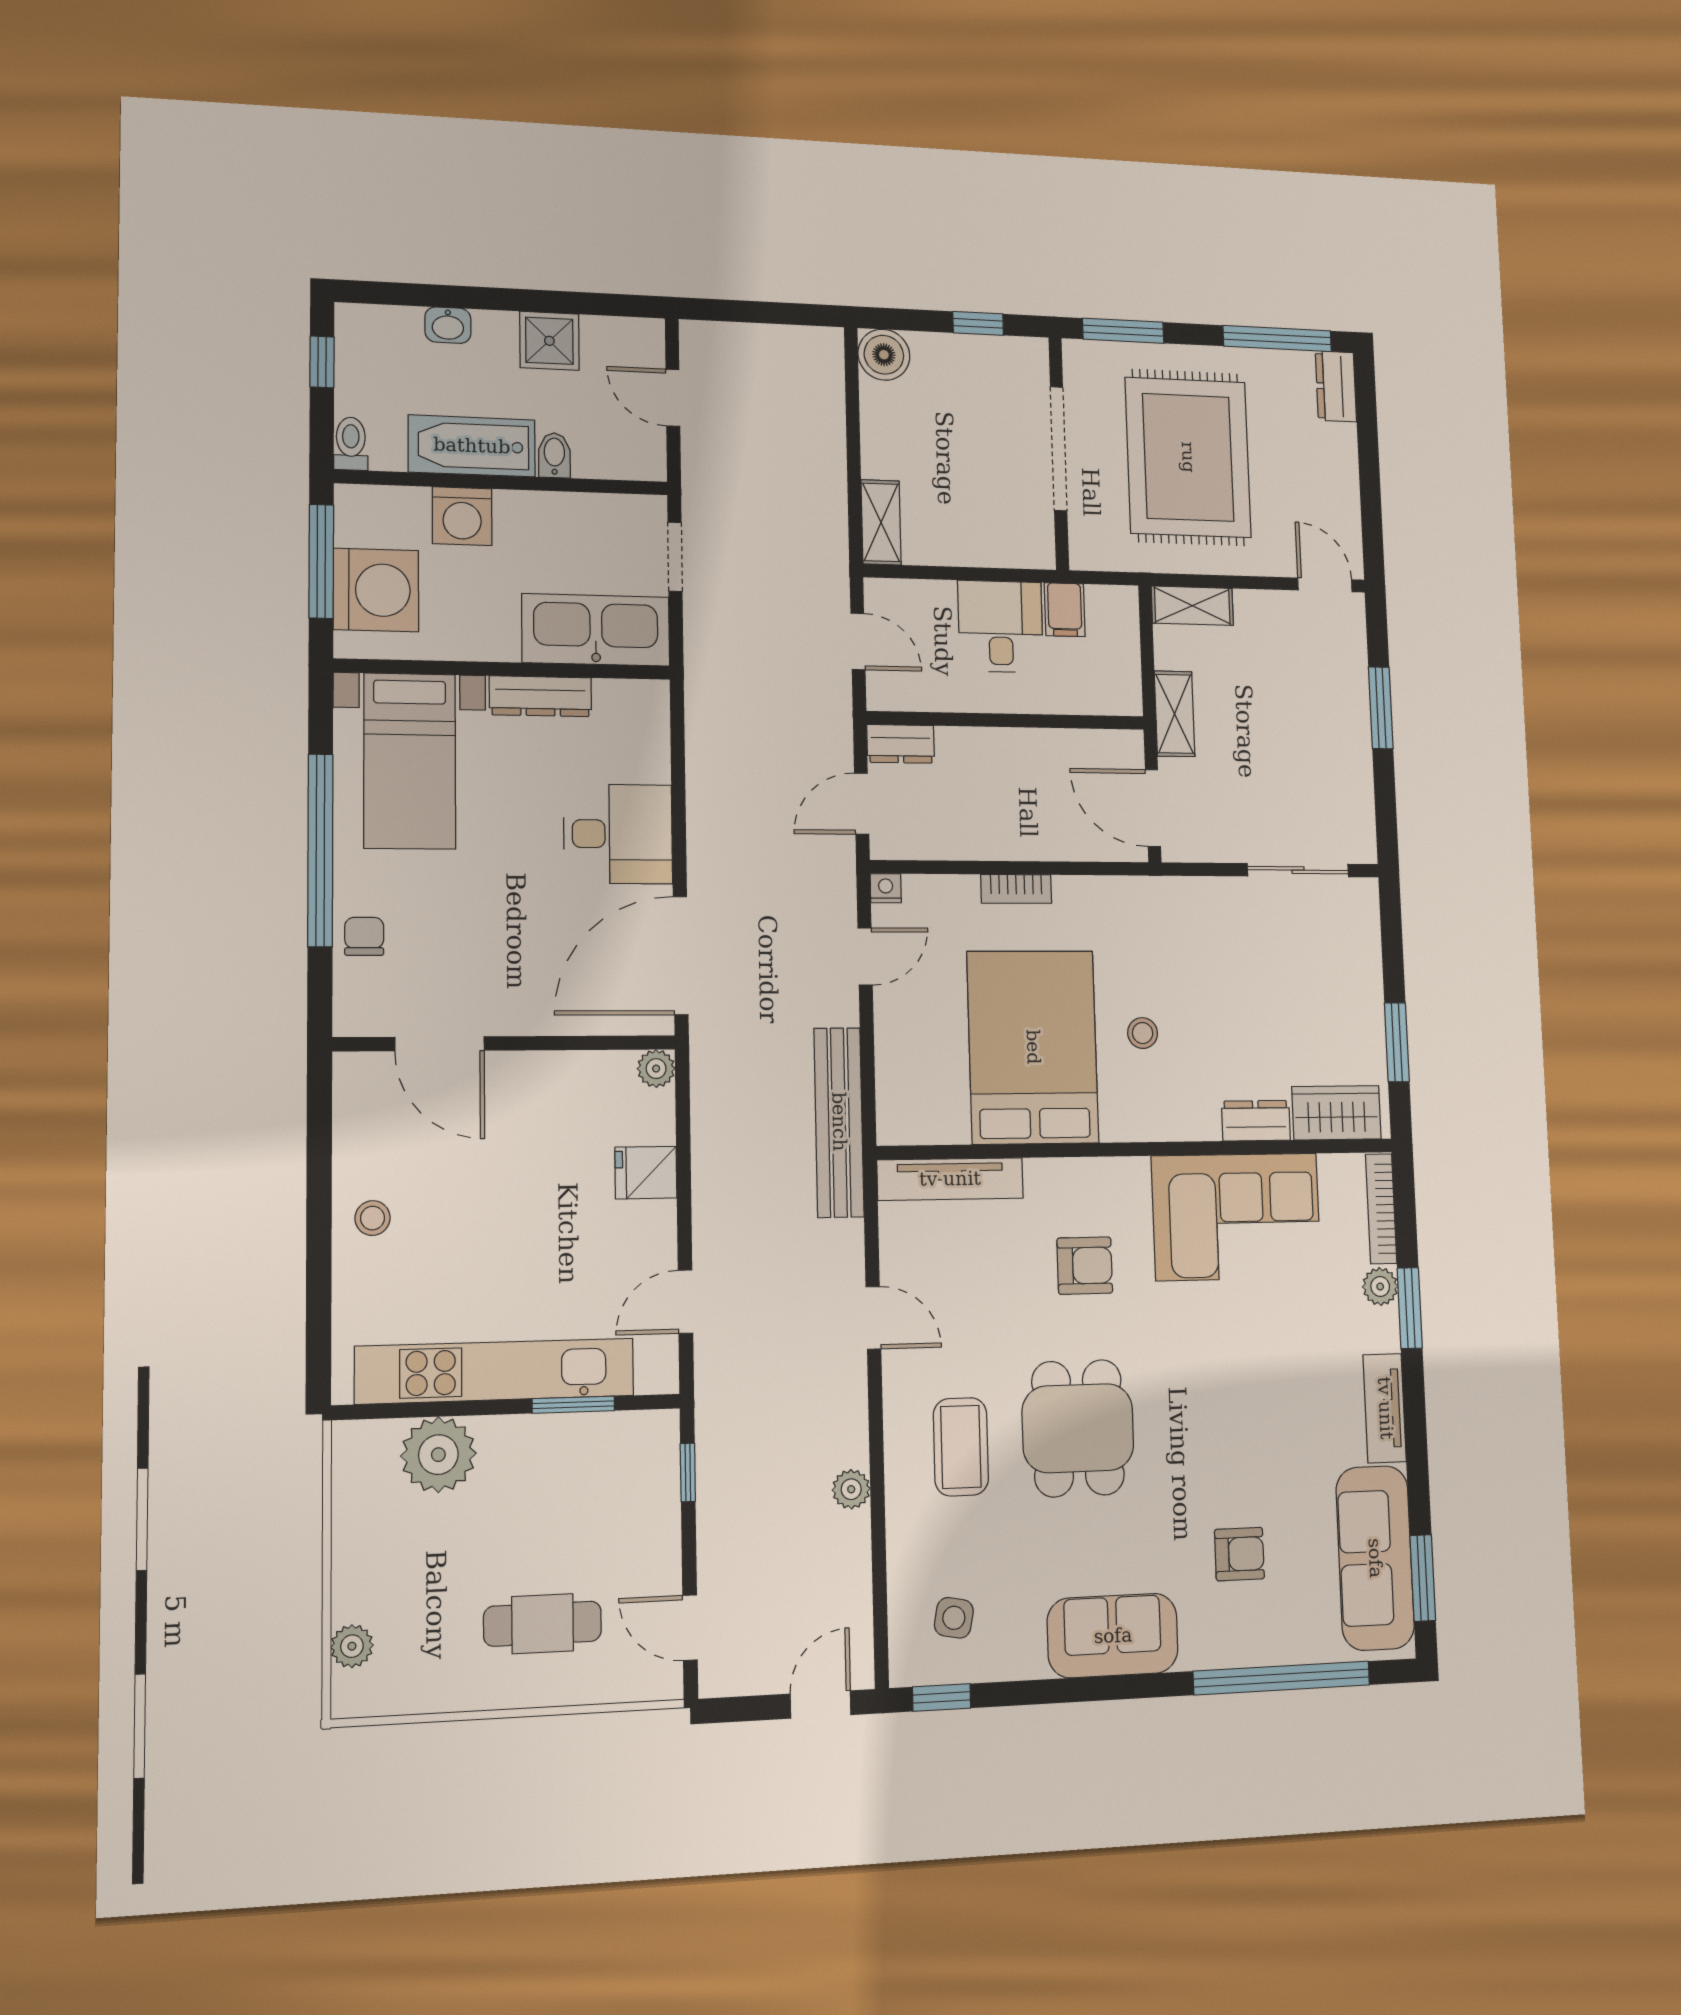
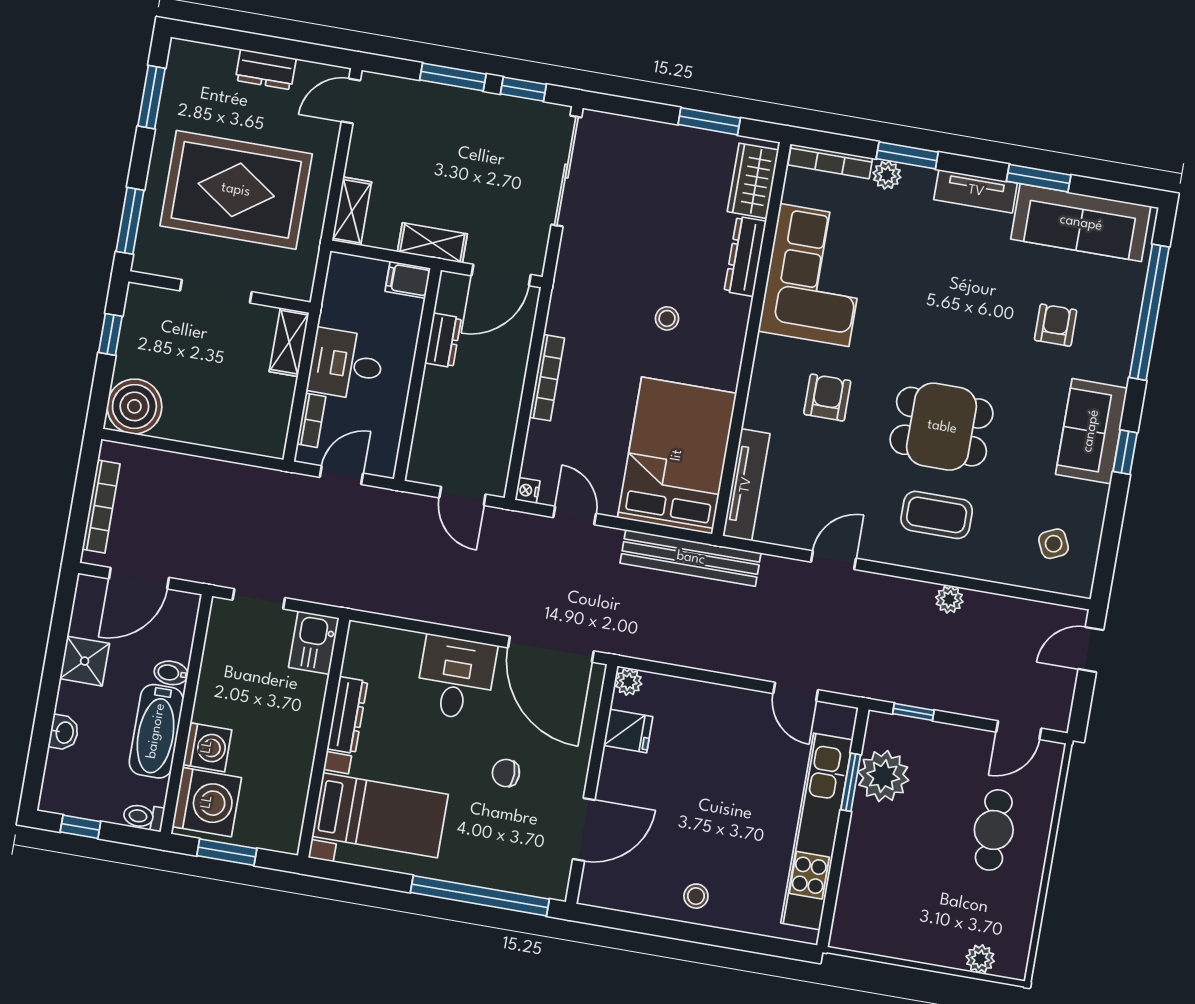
bookcase: (757, 338) -> (101, 507), added
window: (1277, 338) -> (151, 97), width x0.69
boiler: (884, 355) -> (134, 406), width x1.37, depth x1.37
dresser: (1336, 386) -> (266, 69), moved
door: (673, 398) -> (139, 578), width x1.38
doorway: (1059, 449) -> (216, 291), width x0.73
shelving: (881, 522) -> (289, 342), moved, turned 90
window: (321, 561) -> (227, 852), width x0.69
washing machine: (376, 590) -> (207, 802), moved, turned 90
bookcase: (921, 592) -> (311, 420), added
filing cabinet: (1065, 610) -> (408, 280), moved, turned 180
kitchen sink: (596, 630) -> (314, 643), width x0.53, depth x0.81
dresser: (901, 744) -> (443, 340), moved
window: (1385, 799) -> (523, 89), added
window: (320, 850) -> (480, 896), moved
sliding door: (1298, 870) -> (566, 171), width x1.37
bookcase: (1016, 889) -> (547, 378), width x1.56
chair: (364, 936) -> (506, 773), moved
bed: (1033, 1047) -> (677, 455), moved, turned 90
dresser: (1256, 1121) -> (745, 256), width x1.44
fridge: (646, 1173) -> (628, 731), moved, turned -90
plant: (438, 1455) -> (883, 776), moved
window: (1423, 1578) -> (1039, 178), moved
side table: (954, 1618) -> (1054, 544), turned -36
window: (942, 1697) -> (1125, 452), moved
door: (821, 1704) -> (1091, 650), hinge flipped

